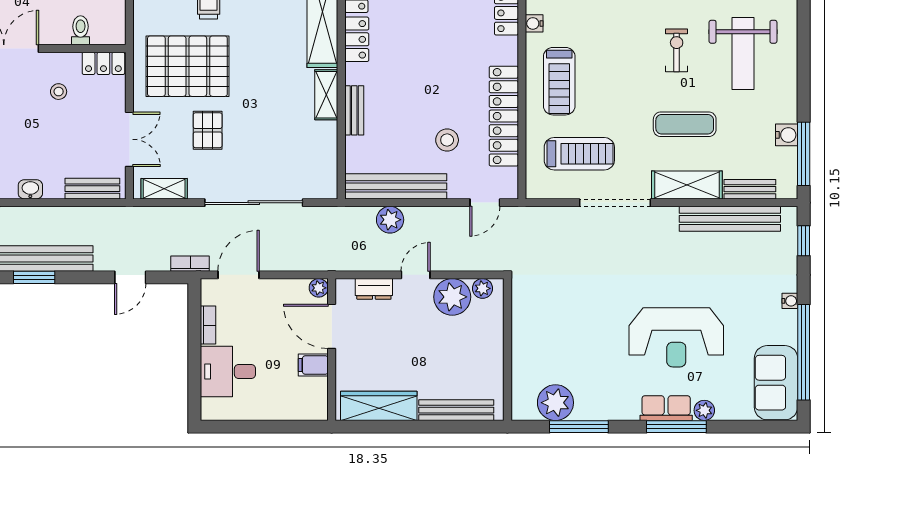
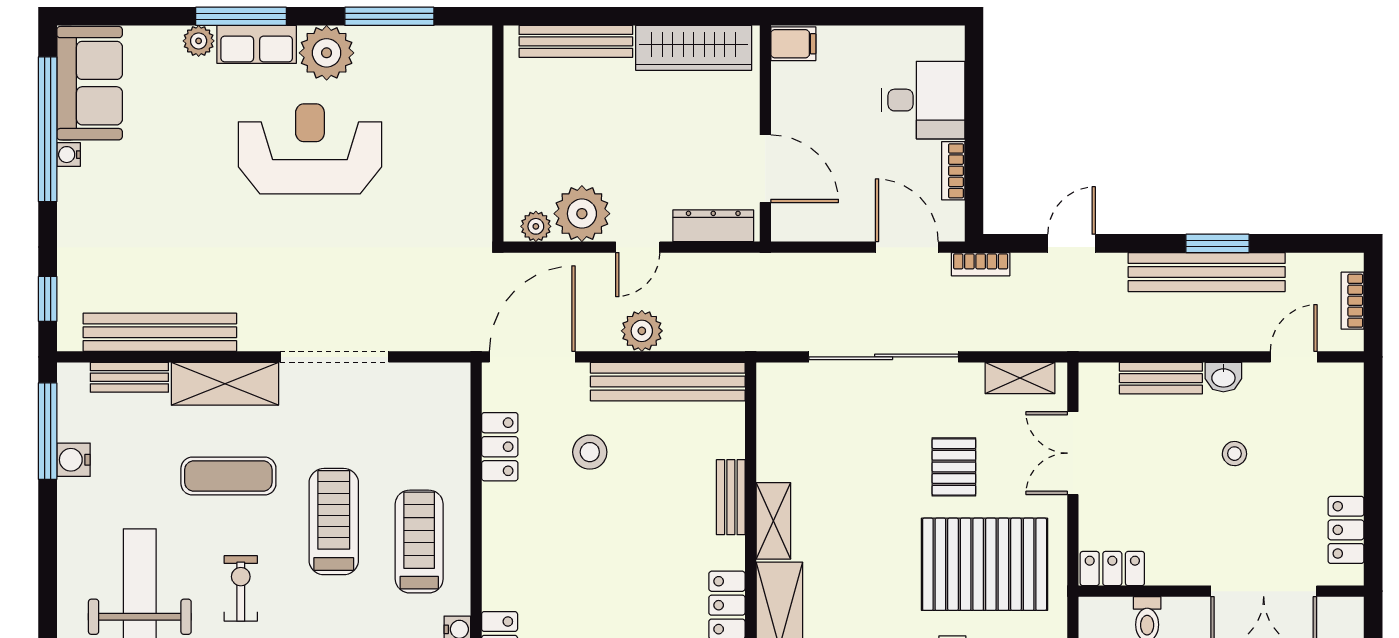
exercise bike: (677, 50) -> (241, 588), turned 180
stool: (59, 92) -> (1234, 454), moved
locker: (504, 116) -> (500, 447), width x0.46, depth x0.83
treadmill: (579, 154) -> (334, 522), moved, turned 90
bench: (92, 189) -> (1161, 378), moved
door: (485, 203) -> (532, 357), width x1.88
plant: (390, 220) -> (642, 331), moved
door: (239, 275) -> (907, 247), swing flipped
plant: (319, 288) -> (785, 227), removed
dresser: (374, 289) -> (713, 226), width x1.44
water cooler: (790, 301) -> (69, 155), moved
reception desk: (676, 337) -> (310, 149), moved
filing cabinet: (313, 365) -> (793, 44), moved
plant: (555, 403) -> (327, 53), moved

